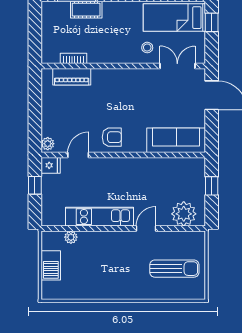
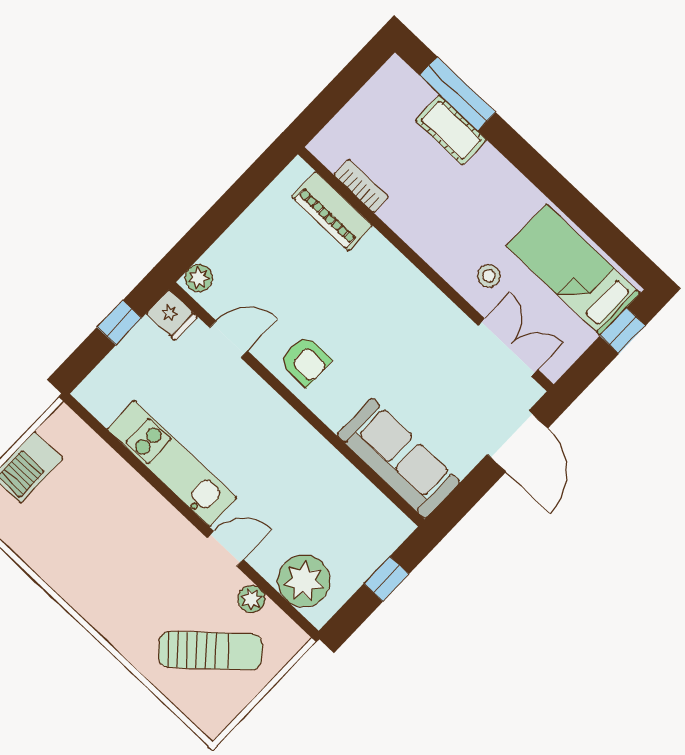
plant: (71, 237) -> (251, 599), moved
sun lounger: (174, 269) -> (210, 651), turned -42

